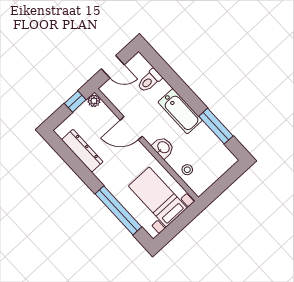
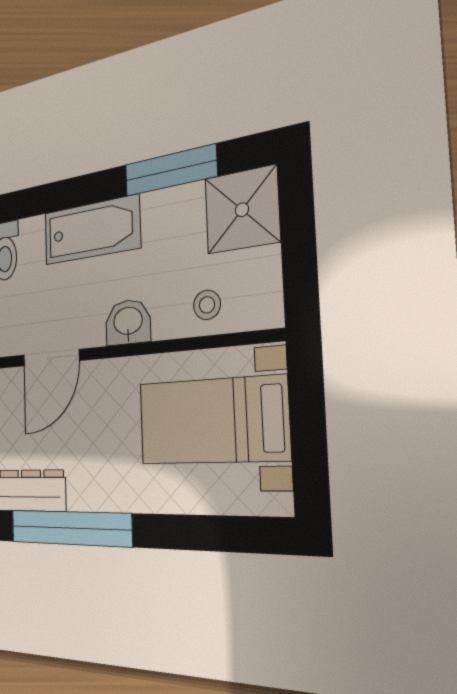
shower: (220, 159) -> (242, 210), added
window: (118, 210) -> (70, 528), moved

